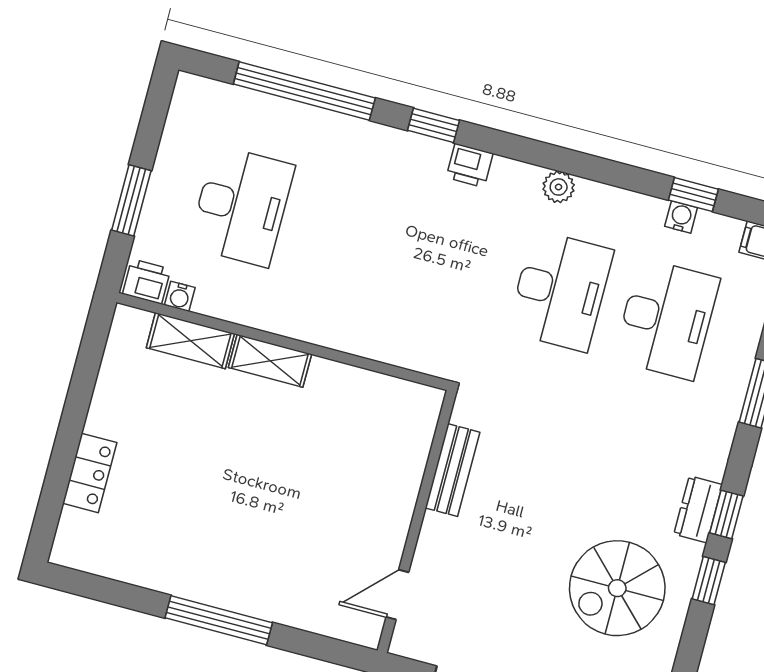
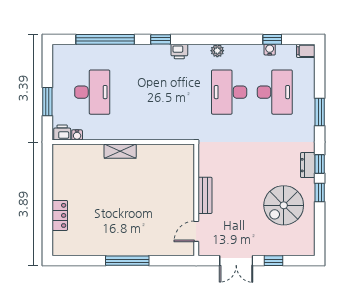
desk: (560, 291) -> (229, 92), turned 180
shelving: (190, 341) -> (86, 152), removed
bench: (453, 470) -> (205, 195), moved

